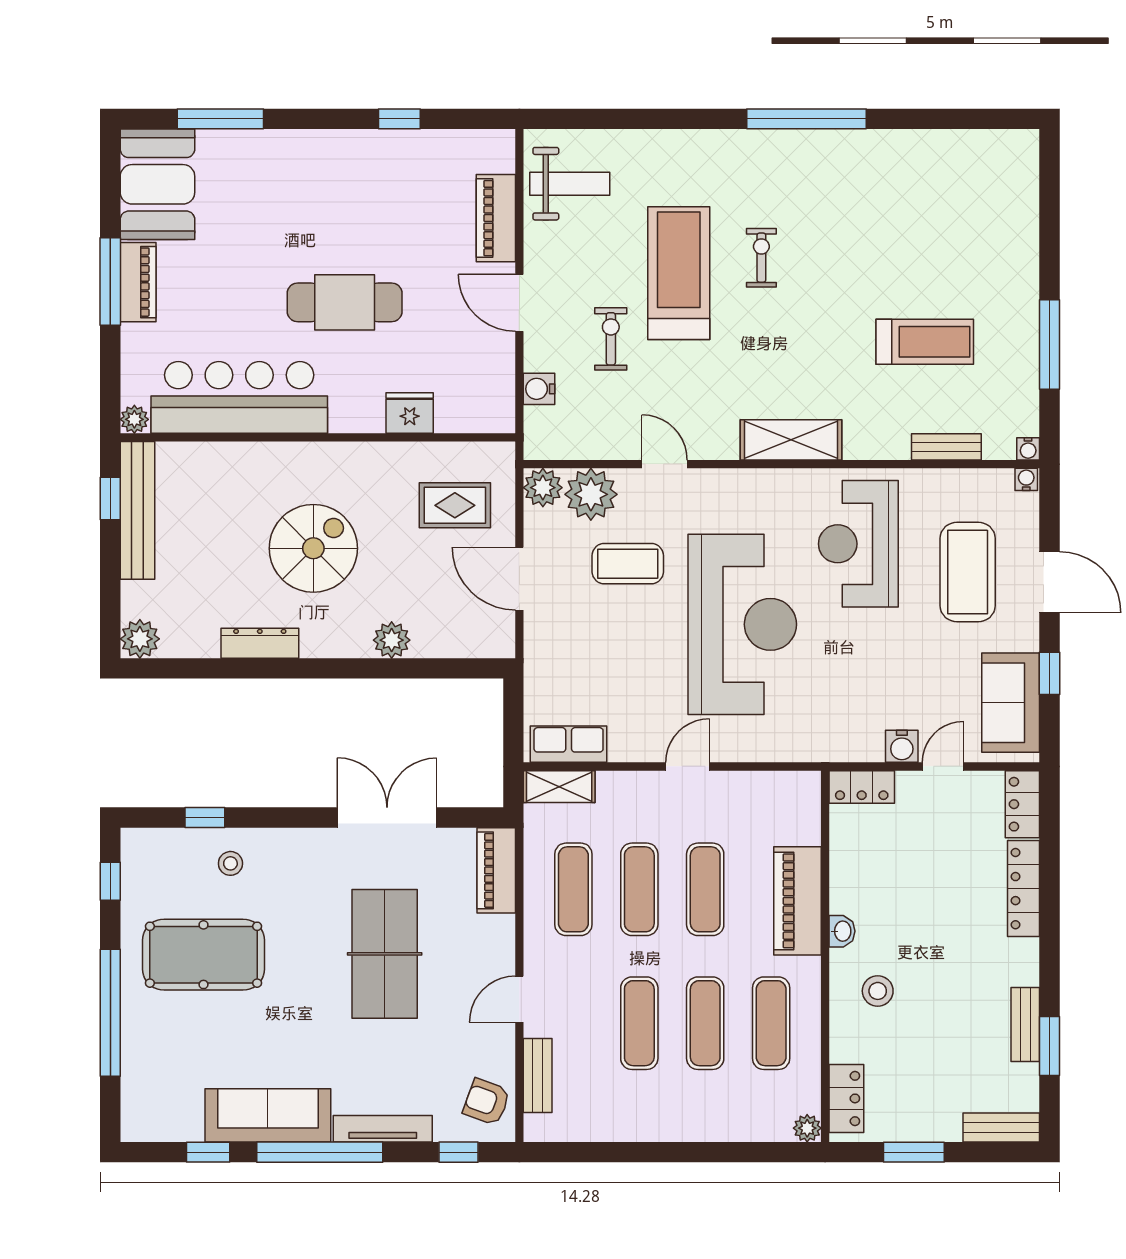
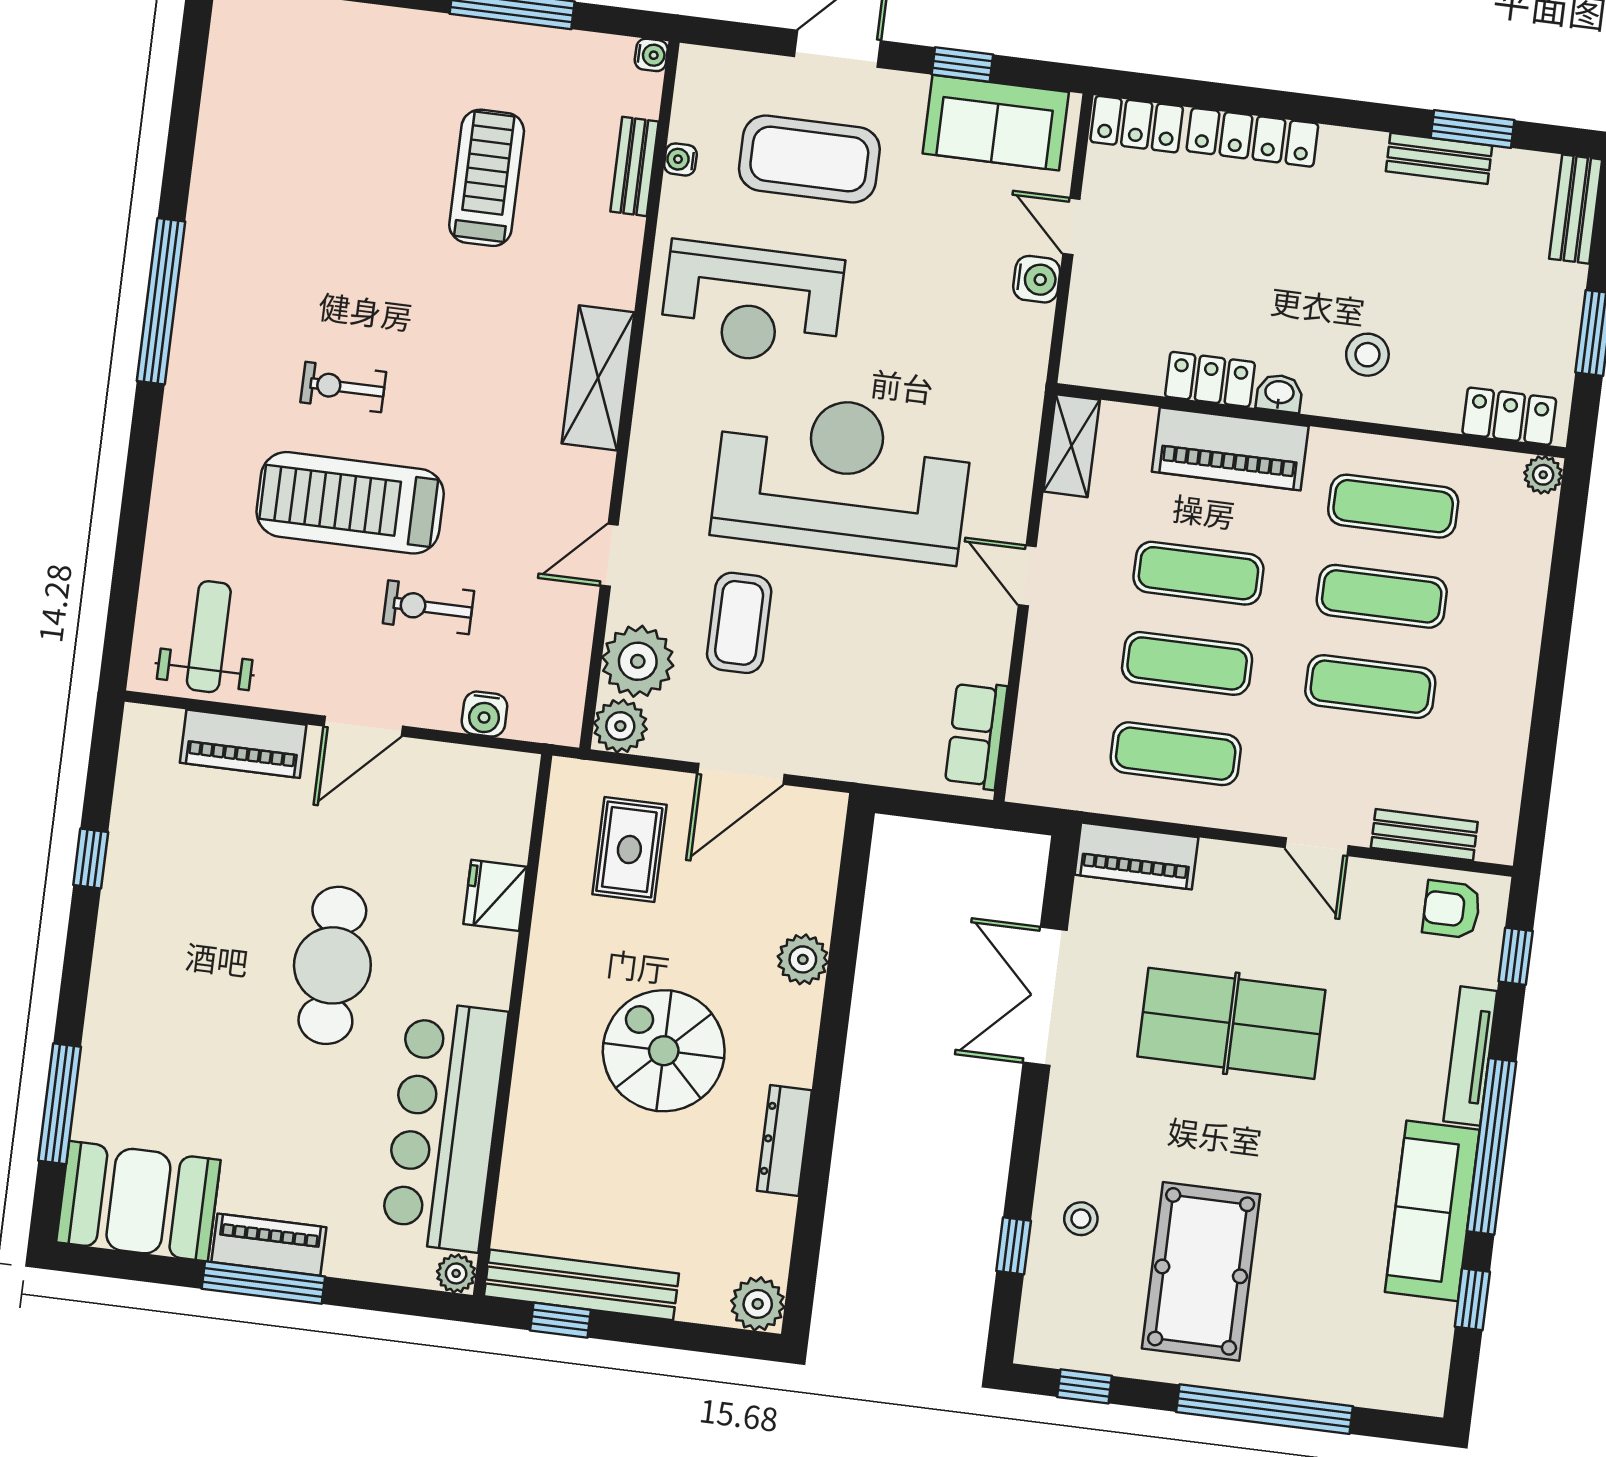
water cooler: (1026, 479) -> (680, 159), moved
shelving: (559, 787) -> (1072, 446), moved
locker: (862, 787) -> (1210, 379), moved, turned -90
armchair: (487, 1102) -> (1451, 909), turned 70

